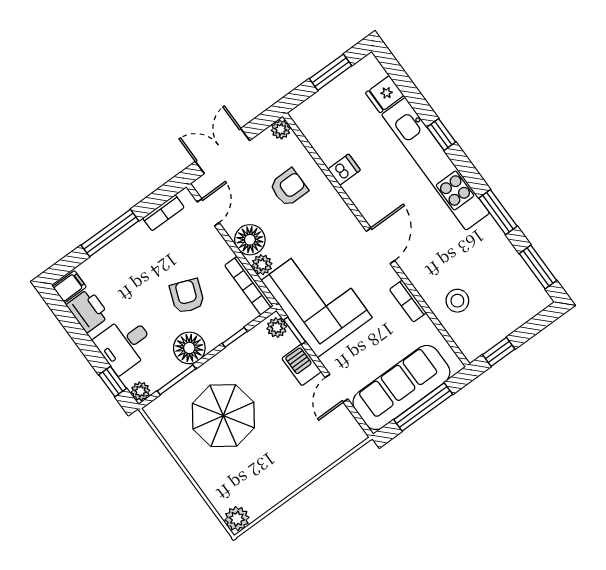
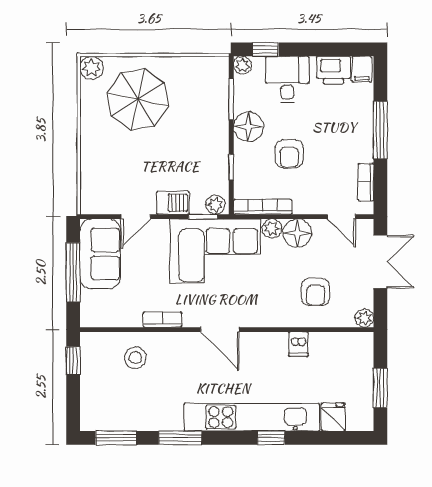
armchair: (187, 296) -> (289, 154), turned 69
sofa: (401, 387) -> (100, 254), width x0.73
door: (337, 388) -> (136, 217), swing flipped
parasol: (223, 416) -> (138, 99), moved

